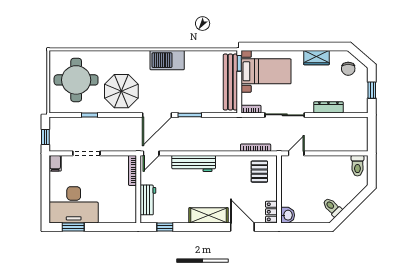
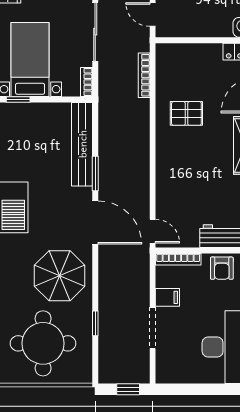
bench: (230, 82) -> (82, 144), moved, turned 90
filing cabinet: (55, 163) -> (167, 297), moved
workbench: (194, 163) -> (168, 168), removed
pallet: (259, 172) -> (186, 113), moved
armchair: (126, 200) -> (222, 268), added

